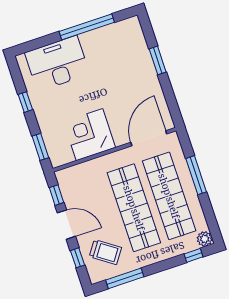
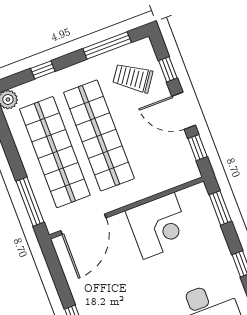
window: (196, 175) -> (30, 202), moved
window: (194, 255) -> (43, 70), moved

